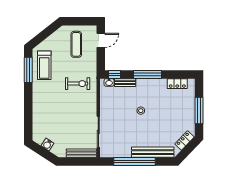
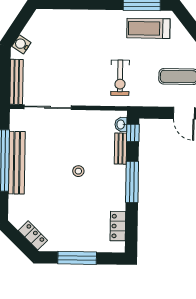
water cooler: (47, 145) -> (21, 44), moved
bench: (153, 152) -> (17, 163), moved

